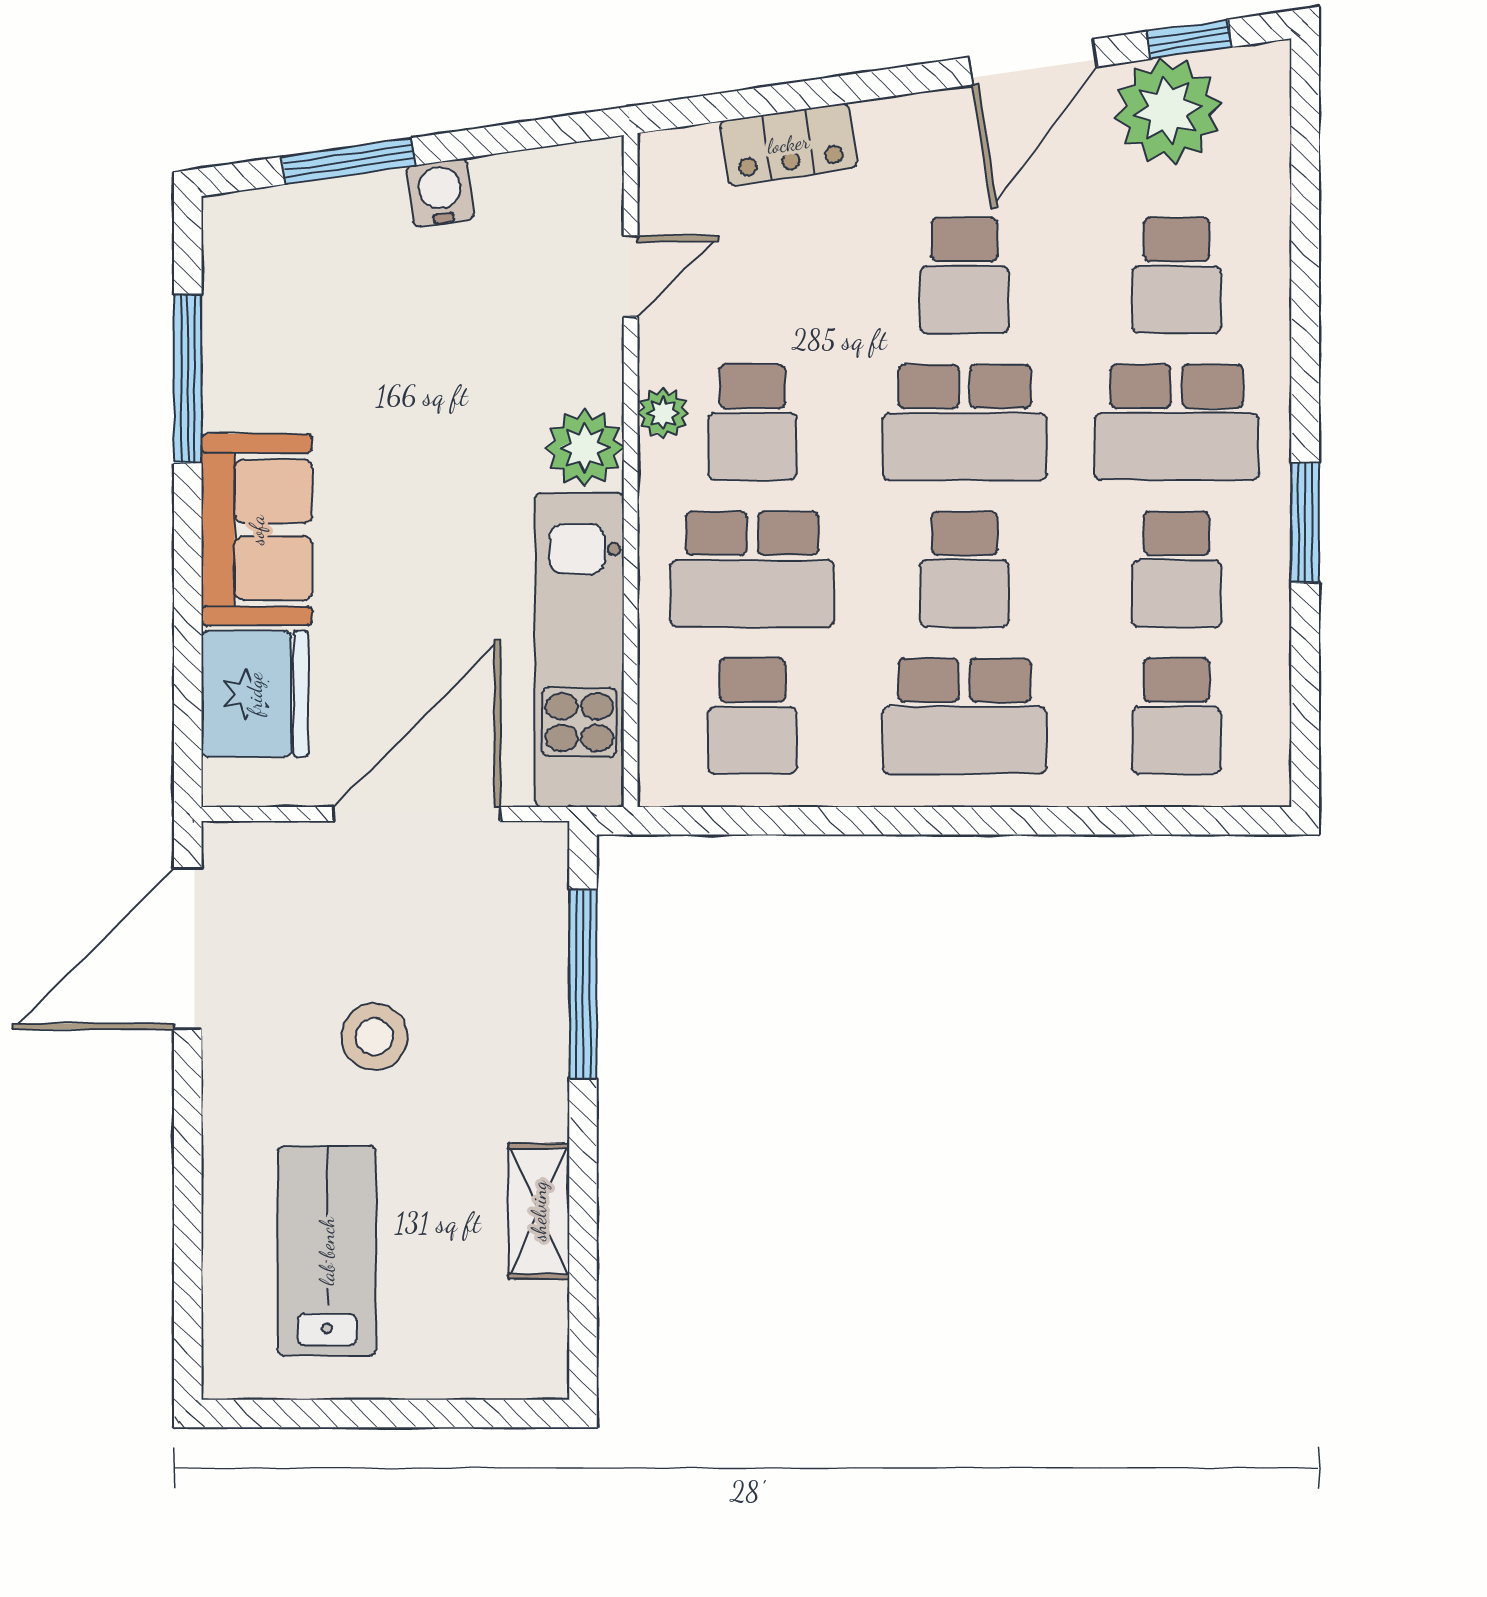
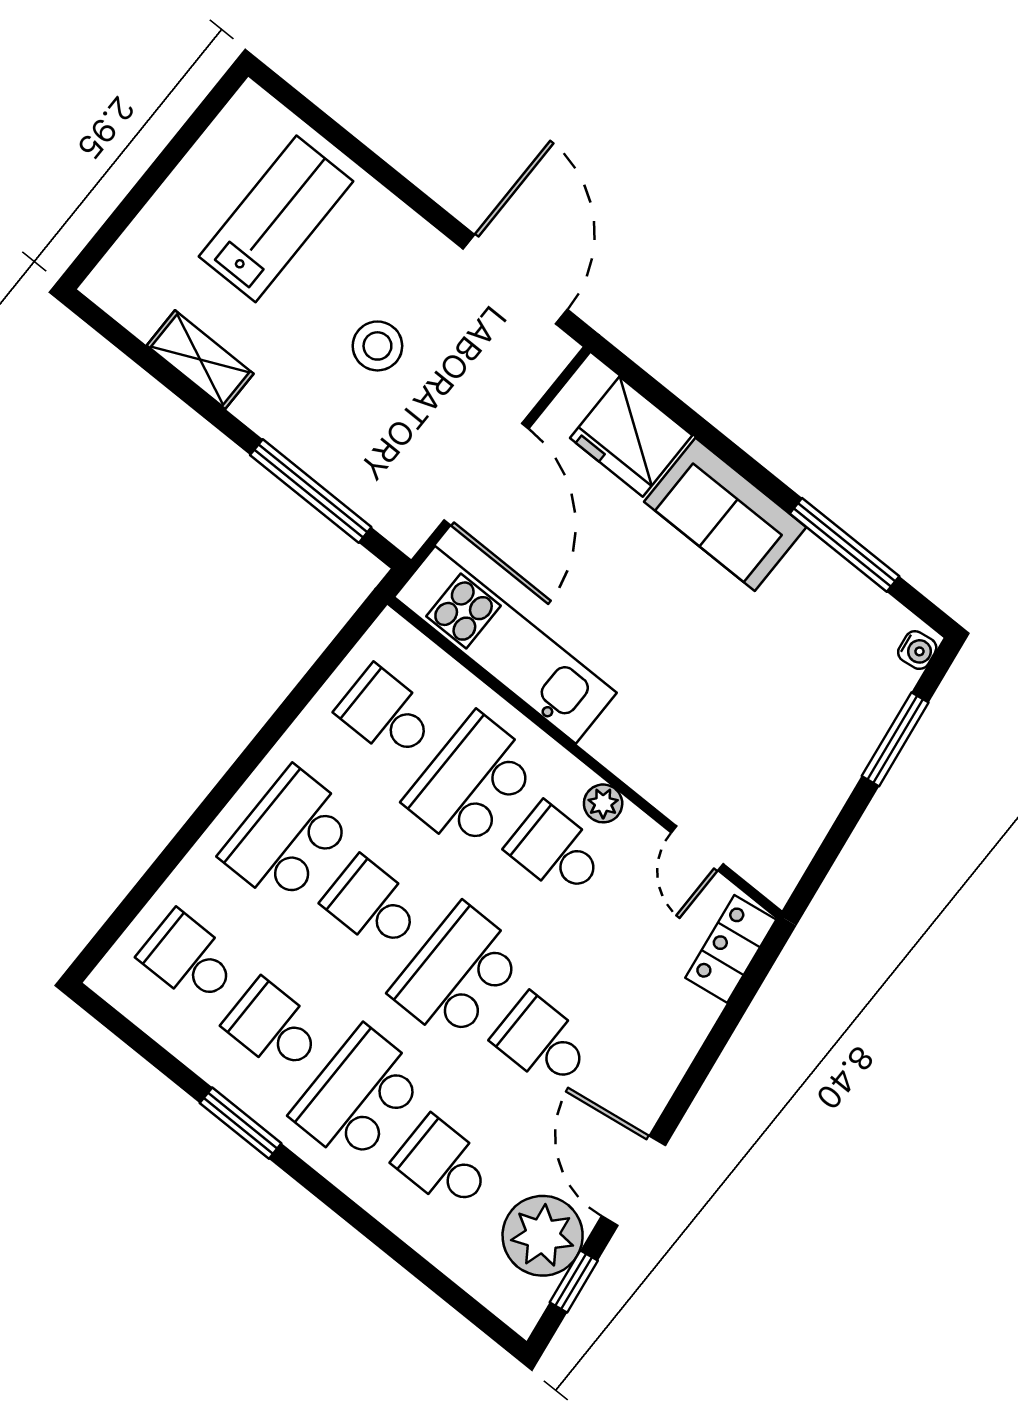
locker: (788, 144) -> (731, 949), moved
water cooler: (440, 193) -> (917, 650), moved, width x0.72, depth x0.72
plant: (585, 448) -> (620, 742), removed
lab bench: (327, 1251) -> (276, 219), turned -90

